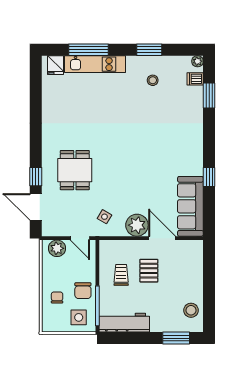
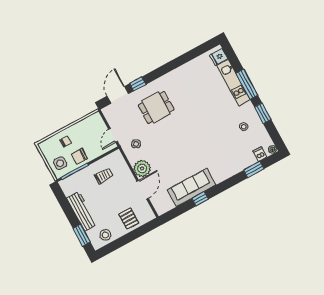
window: (88, 50) -> (247, 84), moved
sofa: (190, 206) -> (192, 187), moved
plant: (57, 248) -> (98, 124), removed
pallet: (149, 271) -> (129, 218), moved, turned 90
workbench: (124, 323) -> (82, 211), moved

